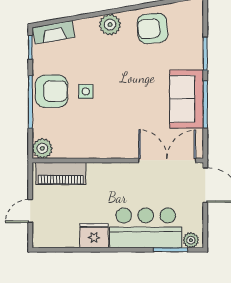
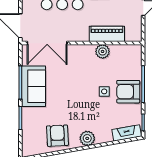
armchair: (152, 28) -> (57, 136), turned -88
plant: (42, 148) -> (103, 51), moved
piano: (61, 173) -> (107, 34), moved

